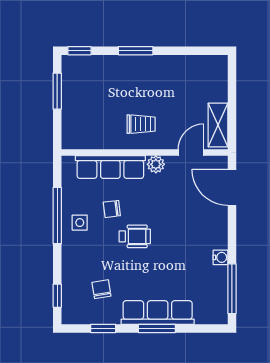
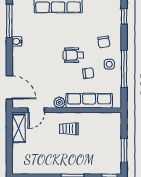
chair: (101, 289) -> (104, 42), moved

